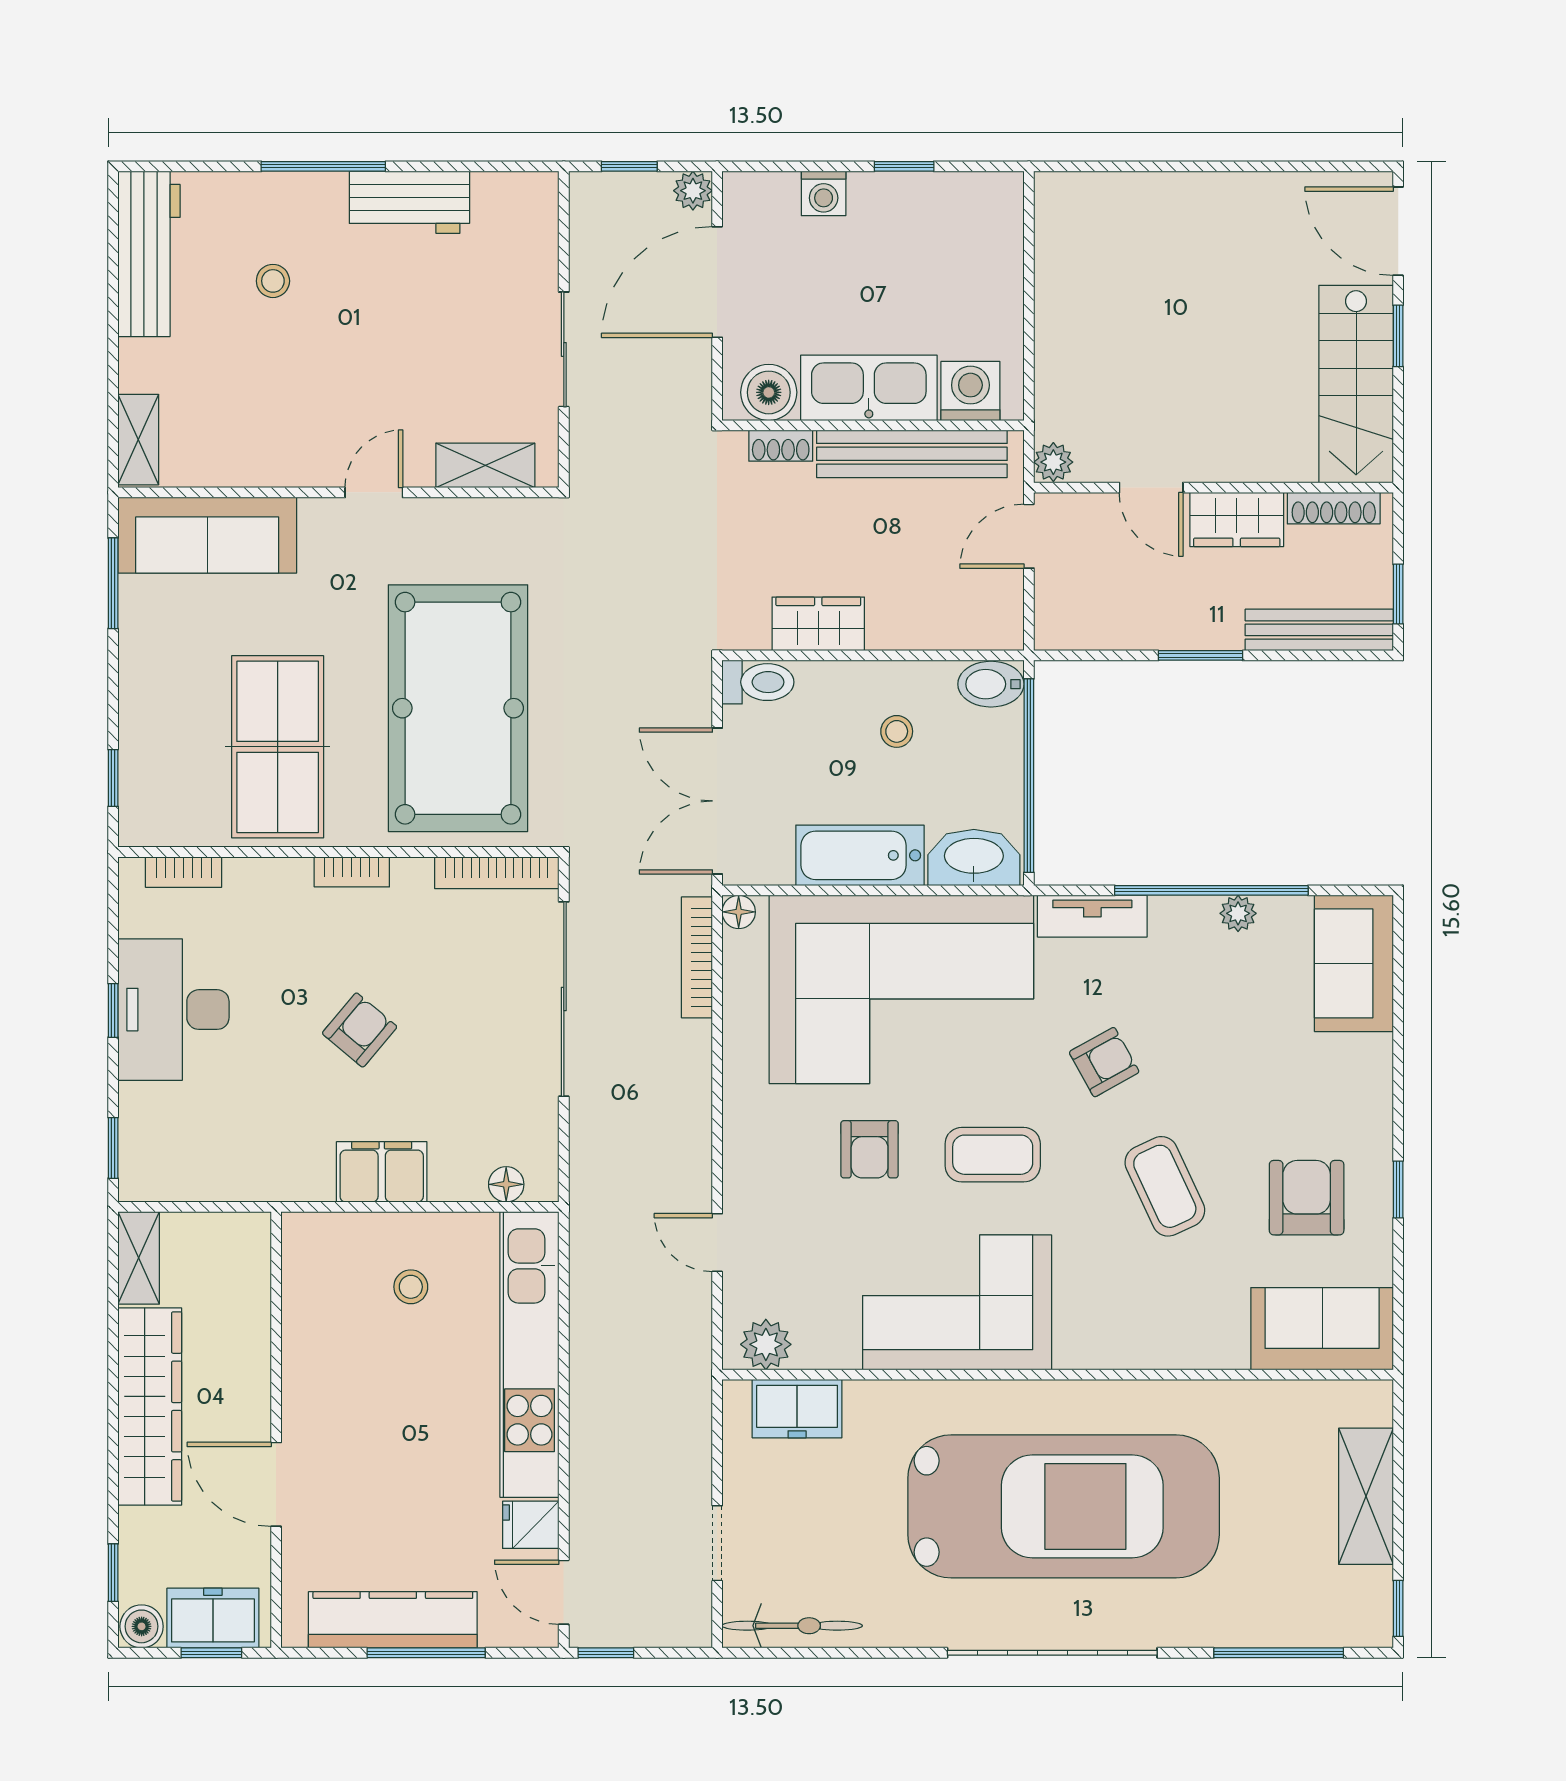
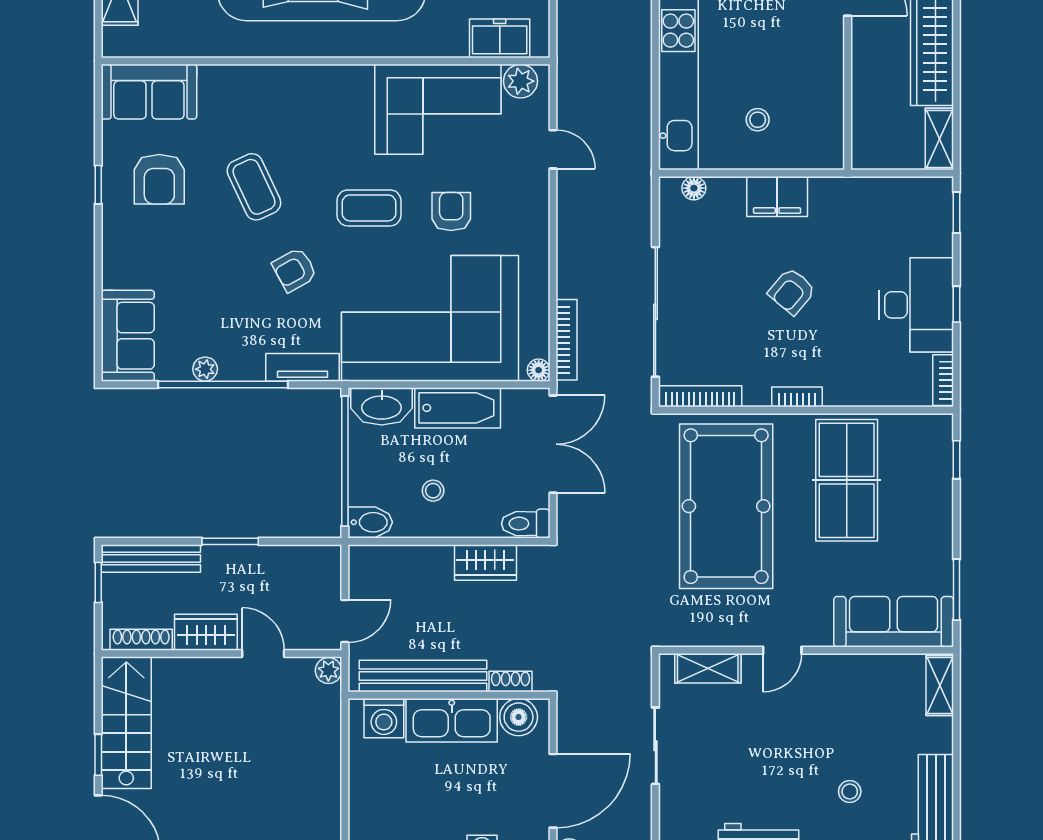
bookcase: (184, 872) -> (943, 380), moved, turned -90
corner sofa: (957, 1302) -> (438, 109), moved

